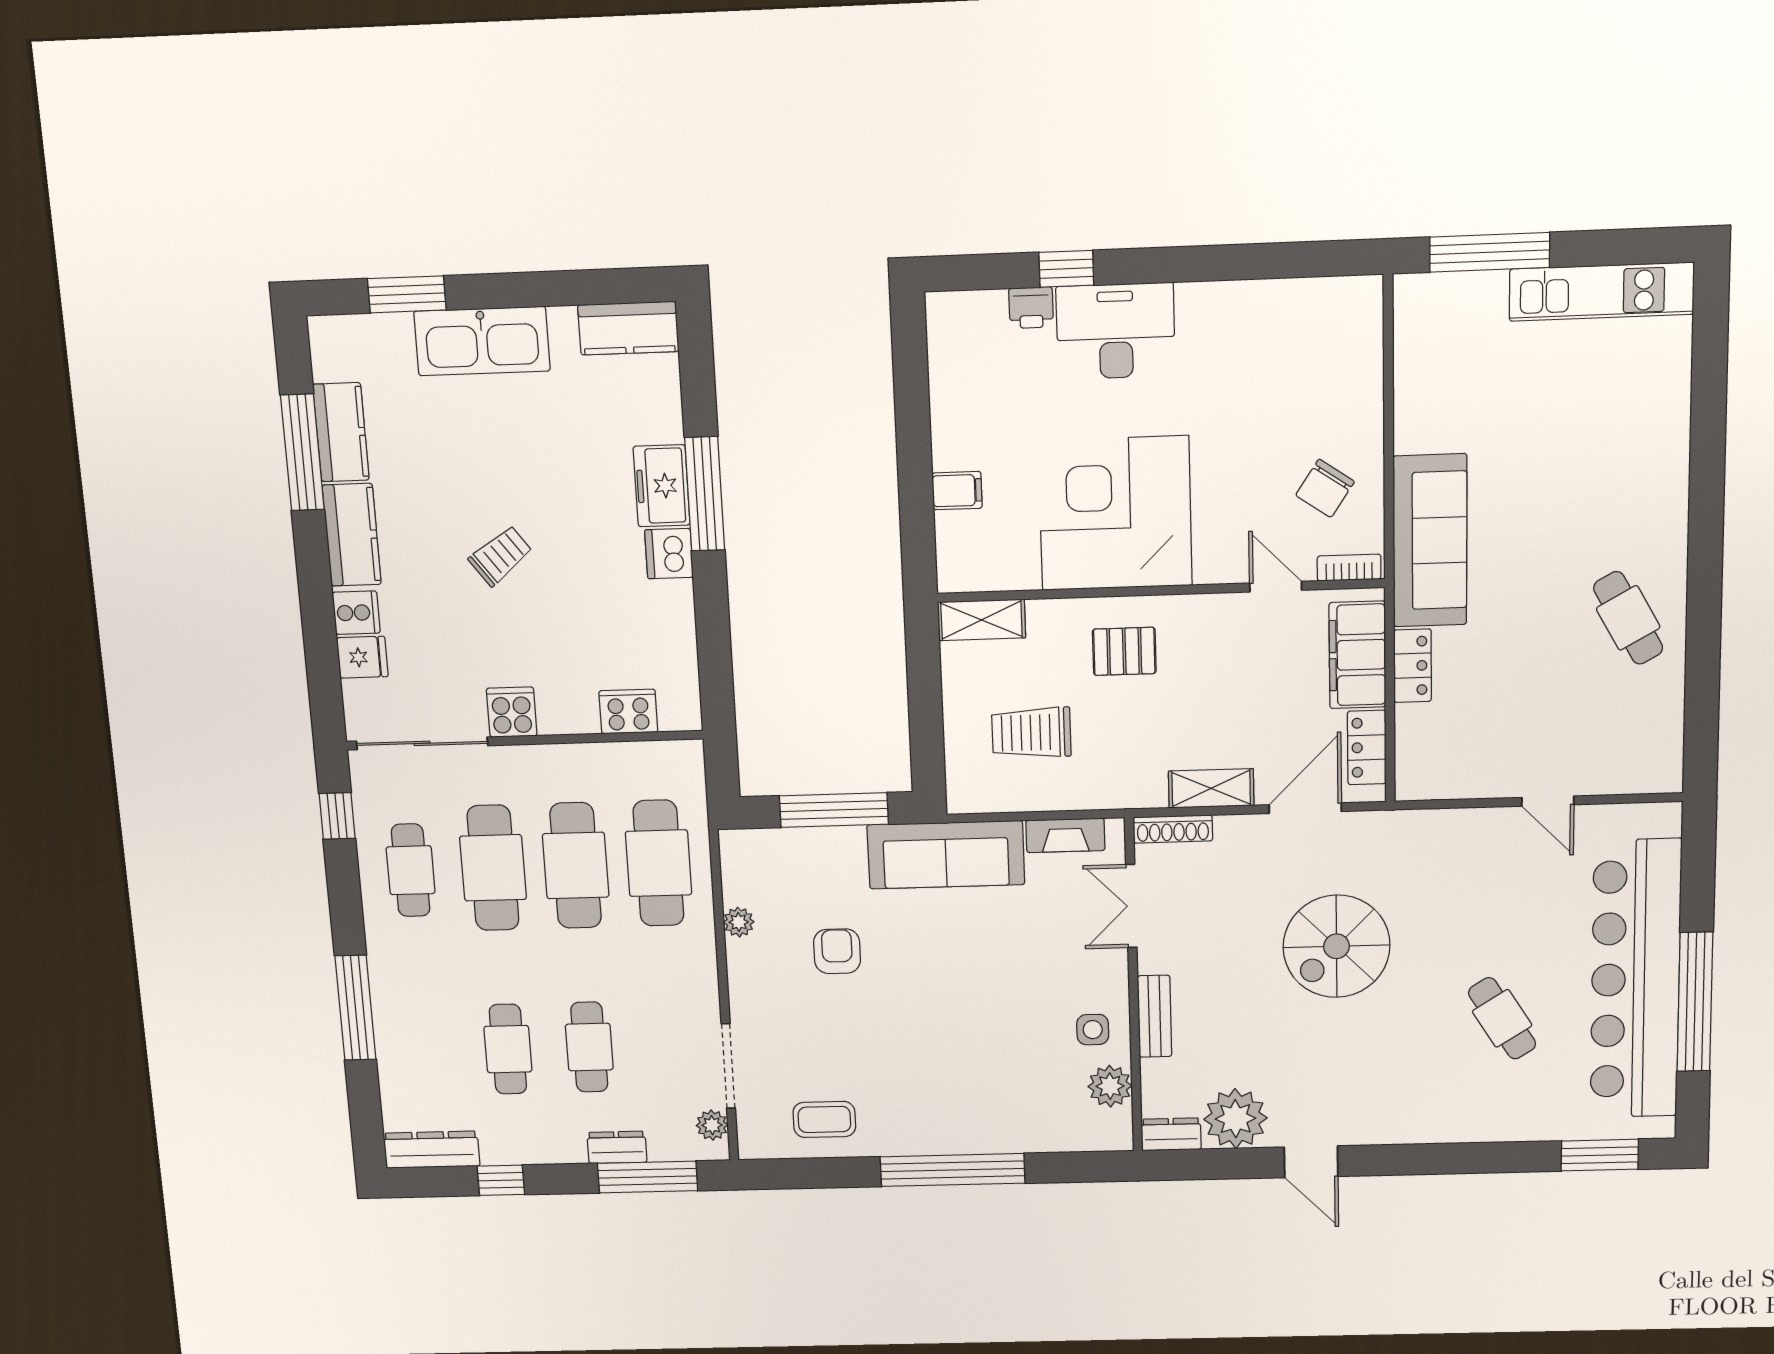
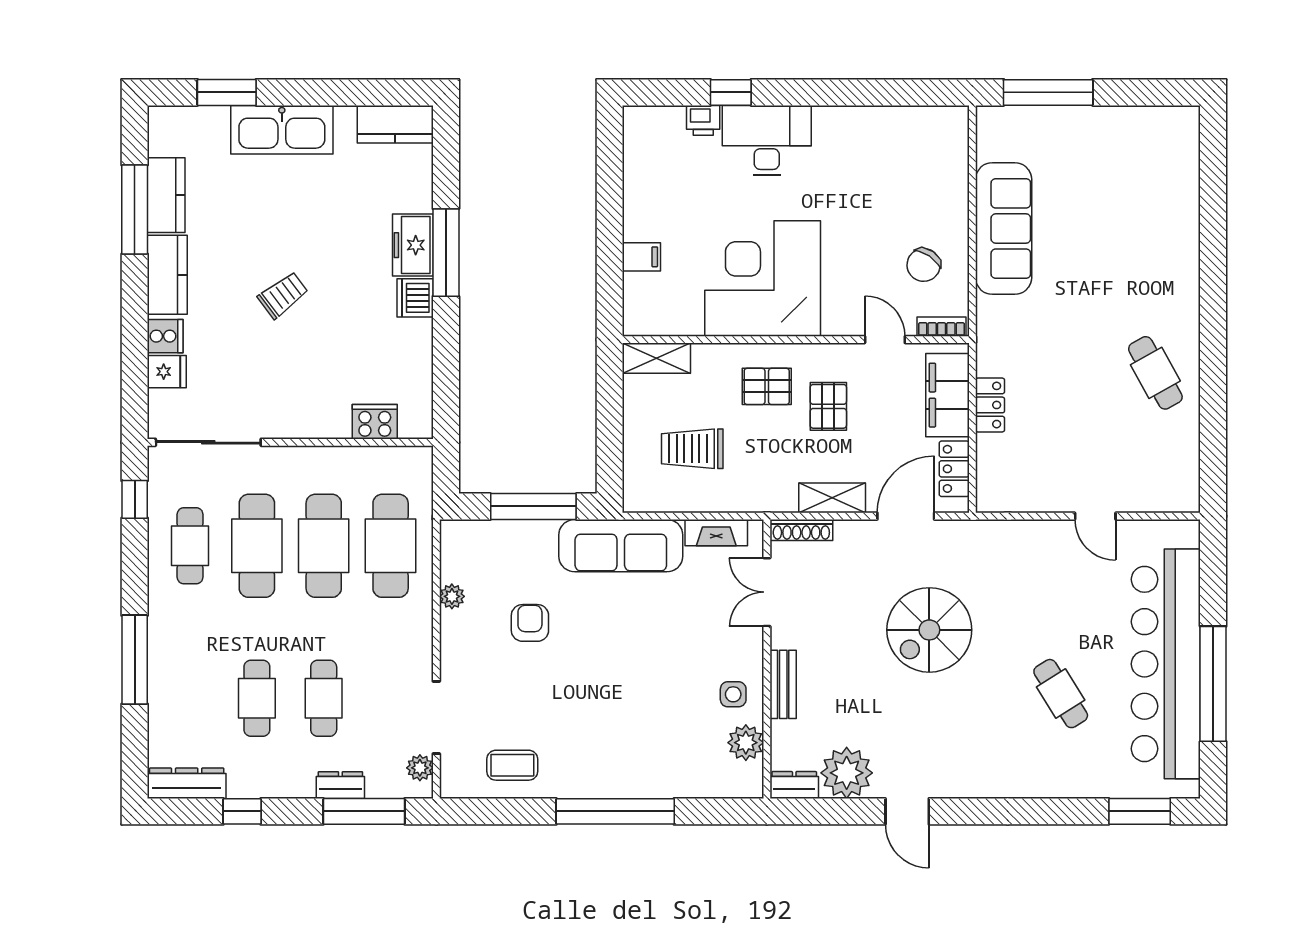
kitchen unit: (1602, 292) -> (1132, 125), removed
sofa: (1430, 541) -> (1004, 229), moved
pallet: (1204, 674) -> (828, 406), added
cooker: (512, 712) -> (282, 419), removed

